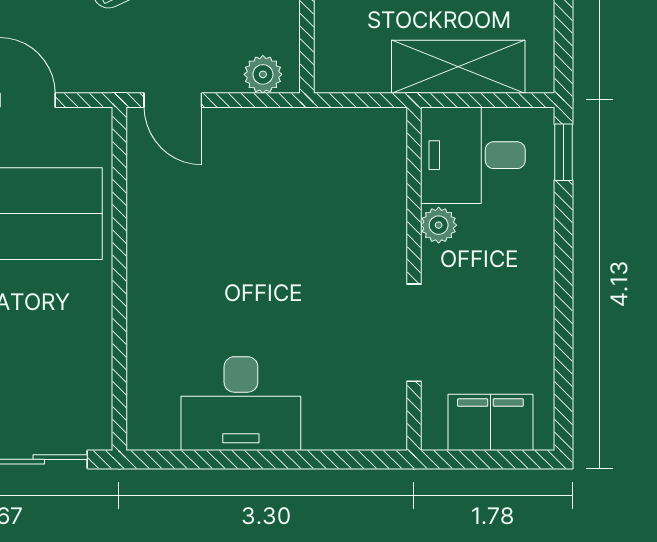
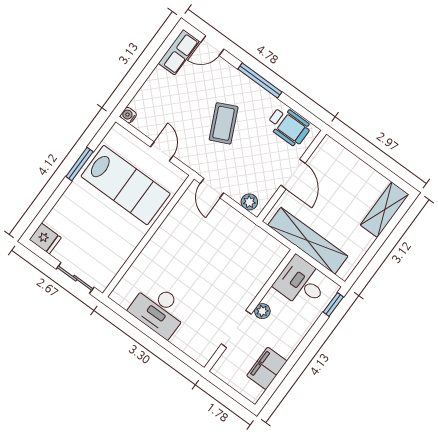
shelving: (458, 67) -> (308, 241), width x1.47
plant: (439, 225) -> (262, 311), moved
filing cabinet: (490, 422) -> (267, 368), moved, turned -90

